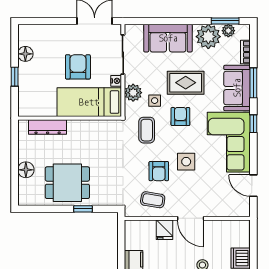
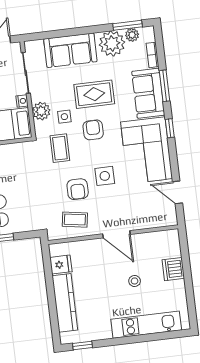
fridge: (165, 230) -> (61, 265), moved, turned -90

